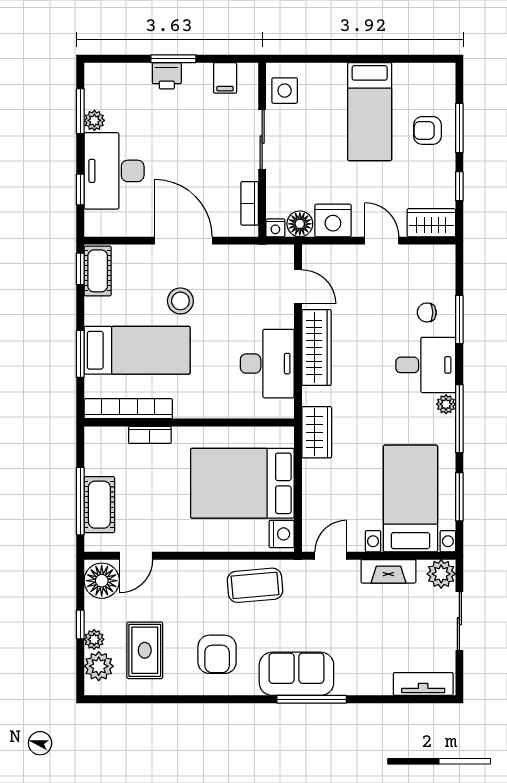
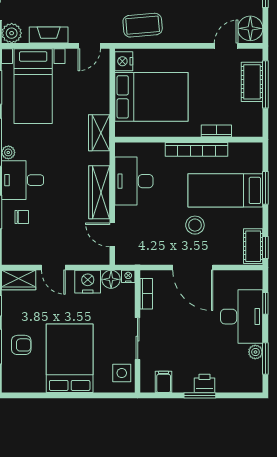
bed: (370, 112) -> (70, 358), width x1.50
bookcase: (128, 409) -> (196, 149), moved

